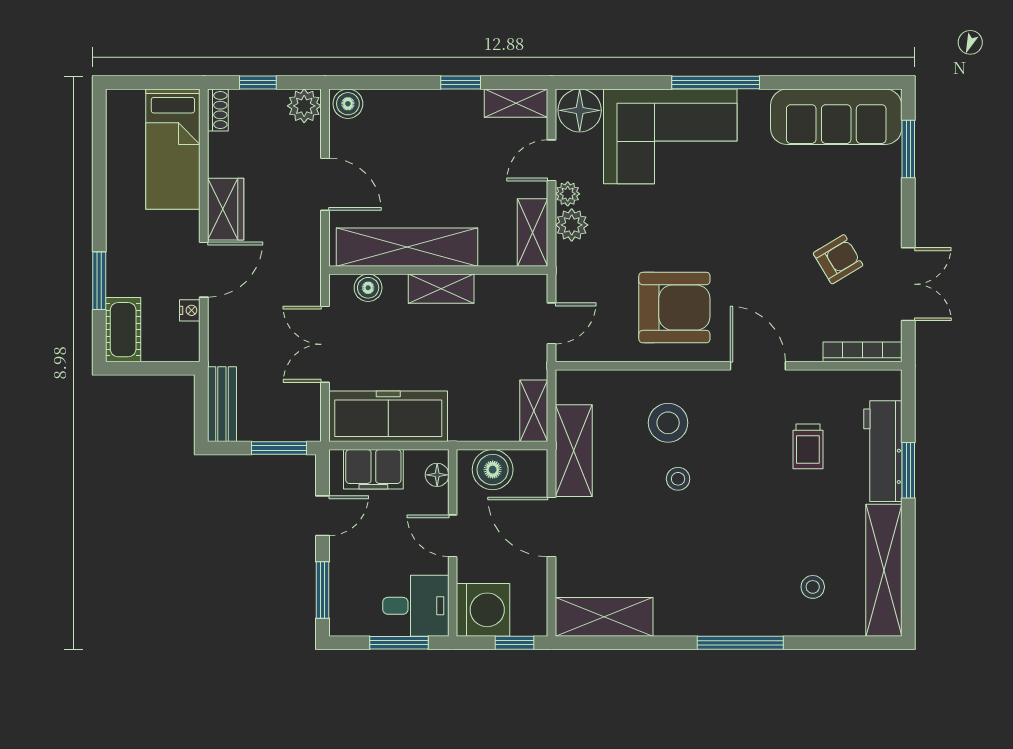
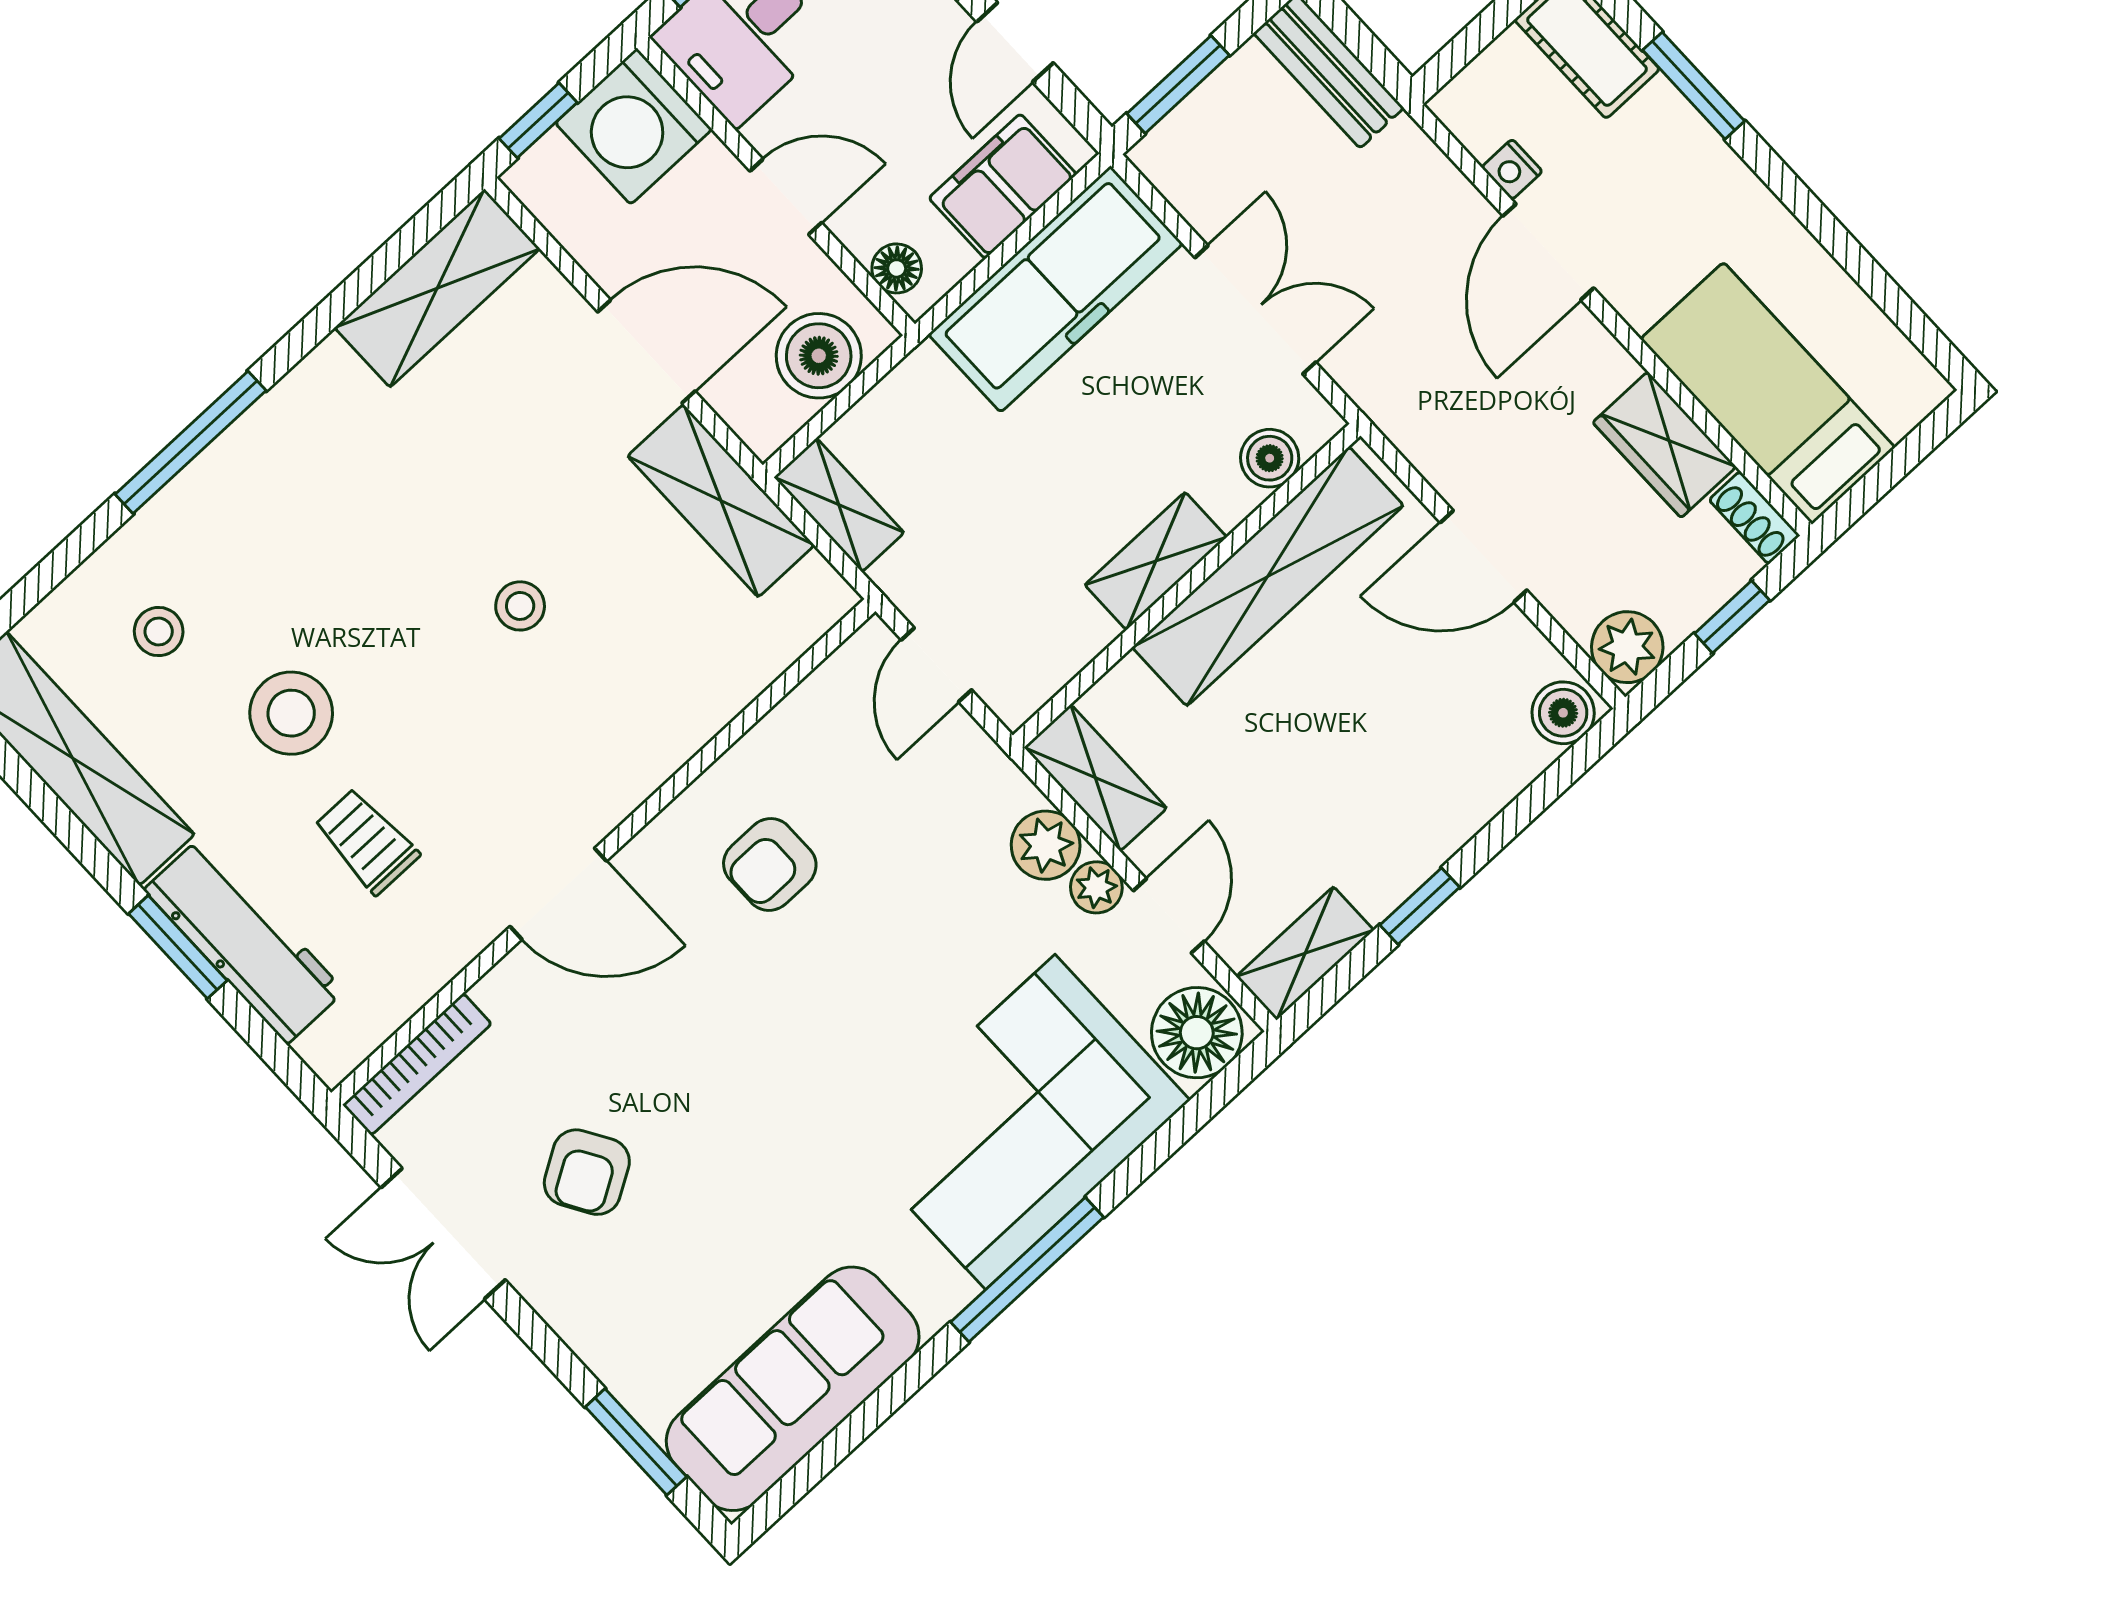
wardrobe: (226, 209) -> (1664, 445), moved
armchair: (674, 308) -> (770, 865), width x0.53, depth x0.53
stool: (668, 423) -> (291, 713), moved

